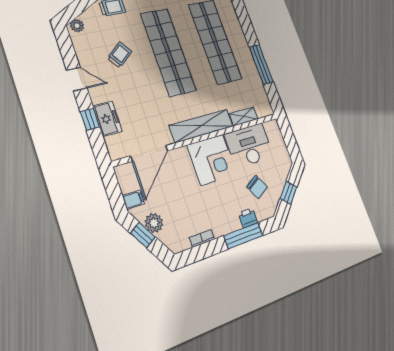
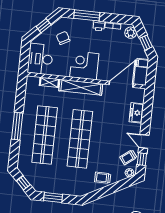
trolley: (120, 55) -> (128, 157), moved
window: (261, 64) -> (17, 126), moved
window: (90, 119) -> (142, 159), moved
desk: (249, 145) -> (40, 59), moved, turned 90
printer: (248, 218) -> (99, 26), moved
plant: (154, 223) -> (131, 33), moved

